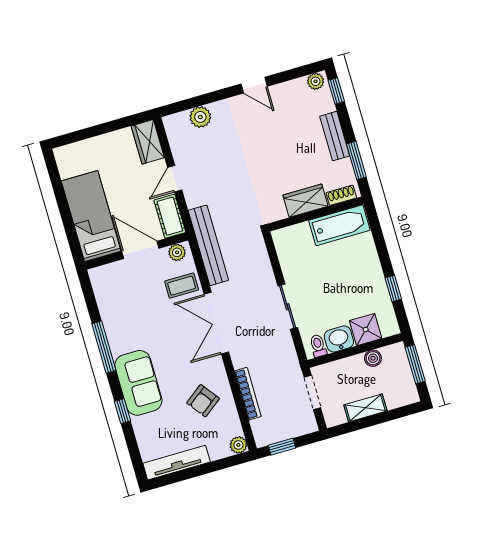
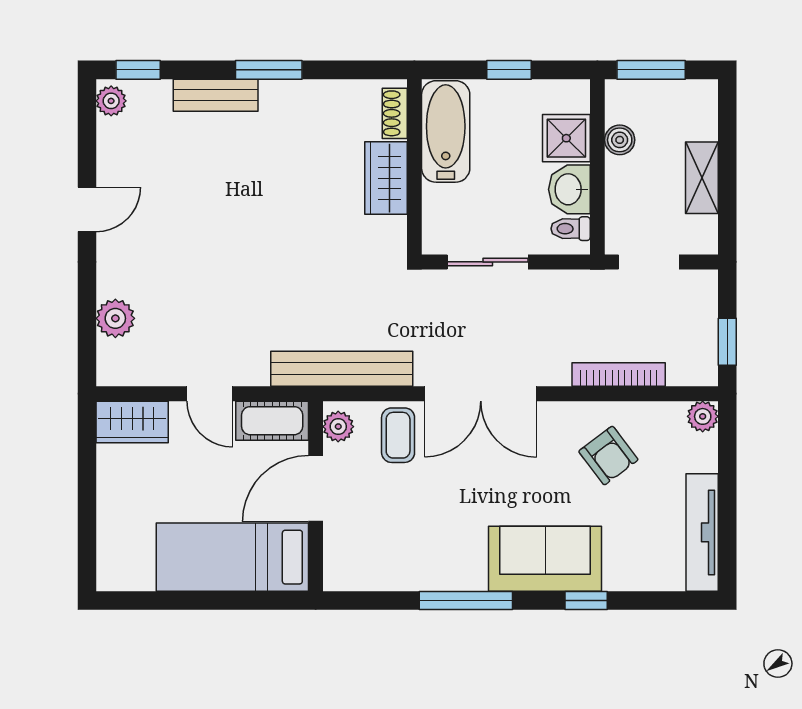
shoe rack: (341, 195) -> (395, 113), moved
wardrobe: (305, 201) -> (386, 178), moved
wall: (316, 214) -> (414, 167), moved
bathtub: (339, 225) -> (446, 131), moved

